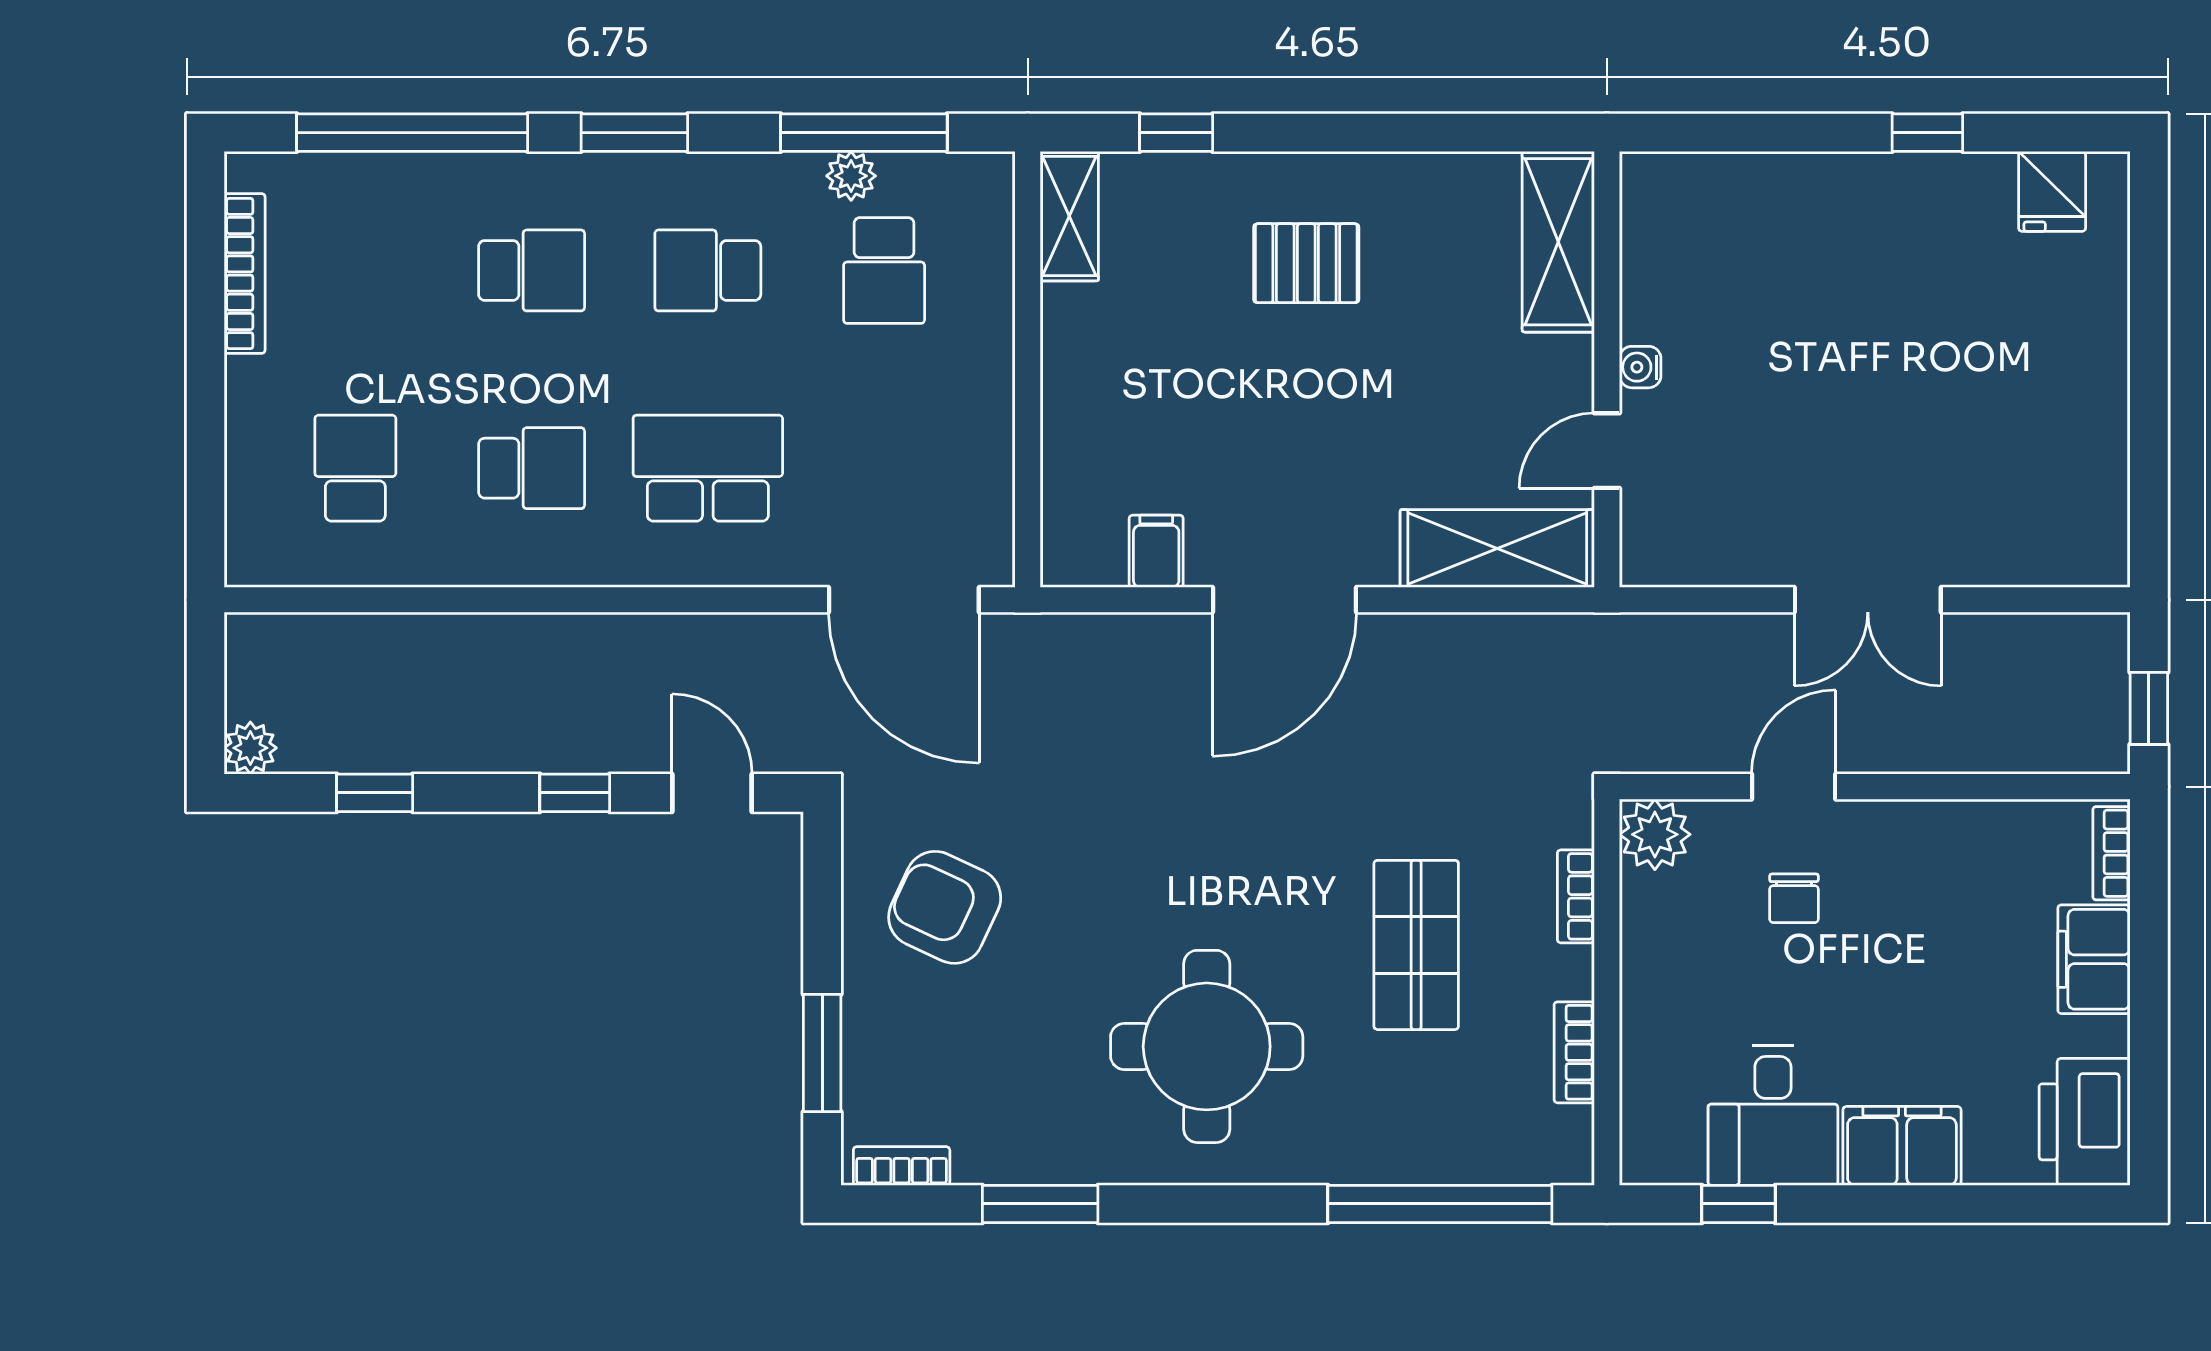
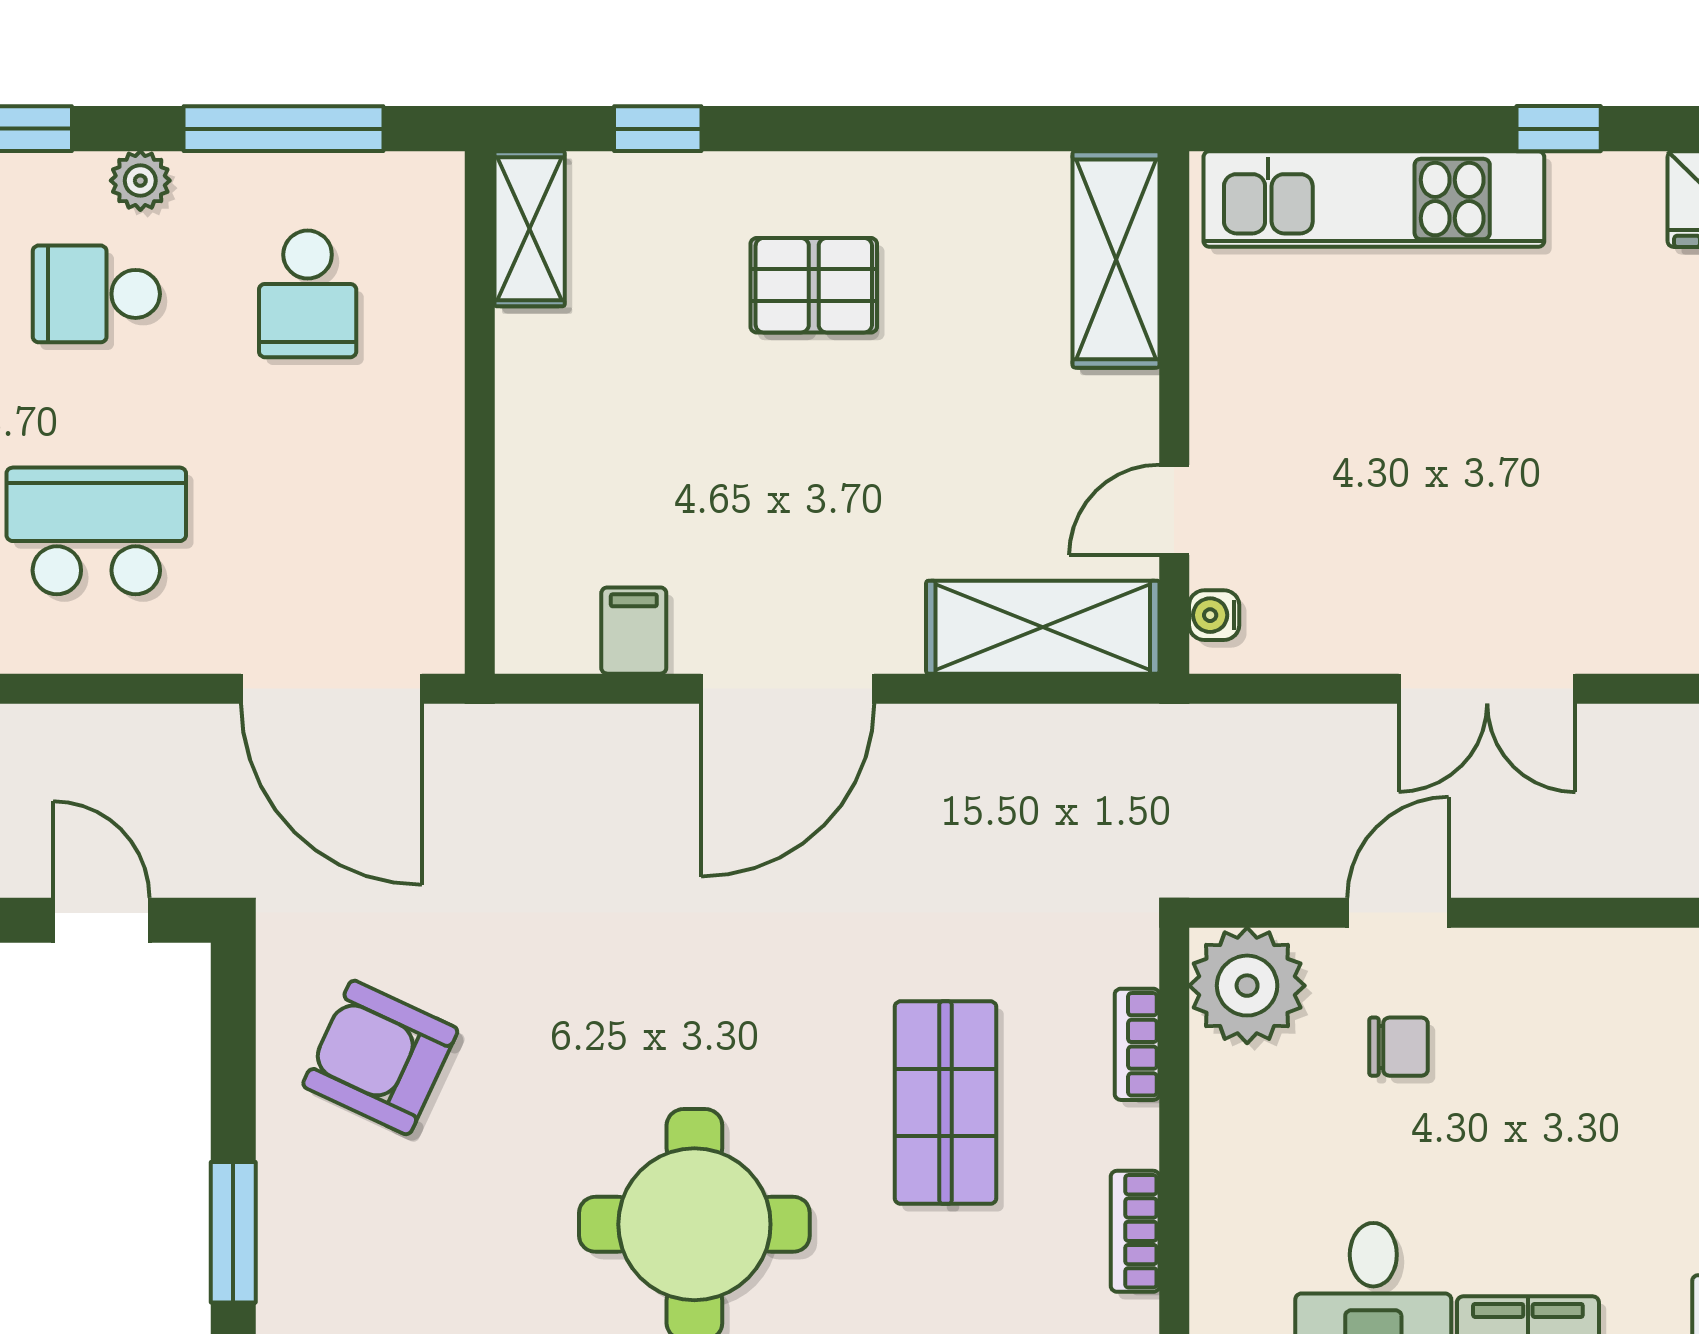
plant: (851, 176) -> (140, 181), moved
kitchen unit: (1773, 191) -> (1374, 199), added
water cooler: (1640, 367) -> (1214, 615), moved
plant: (1655, 834) -> (1247, 986), width x1.36, depth x1.36
chair: (1794, 898) -> (1398, 1047), turned -90

